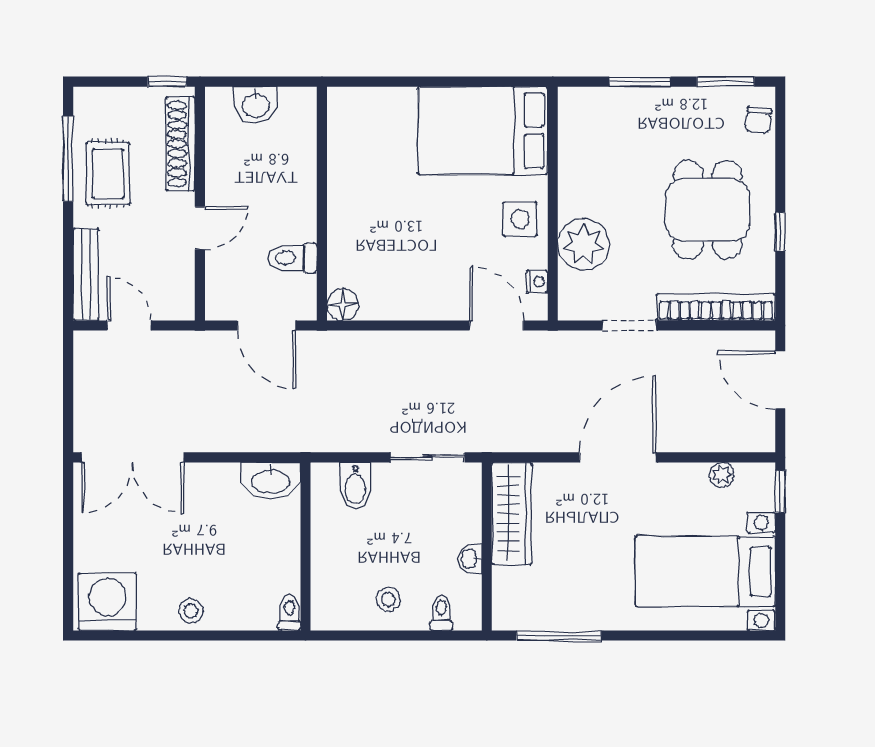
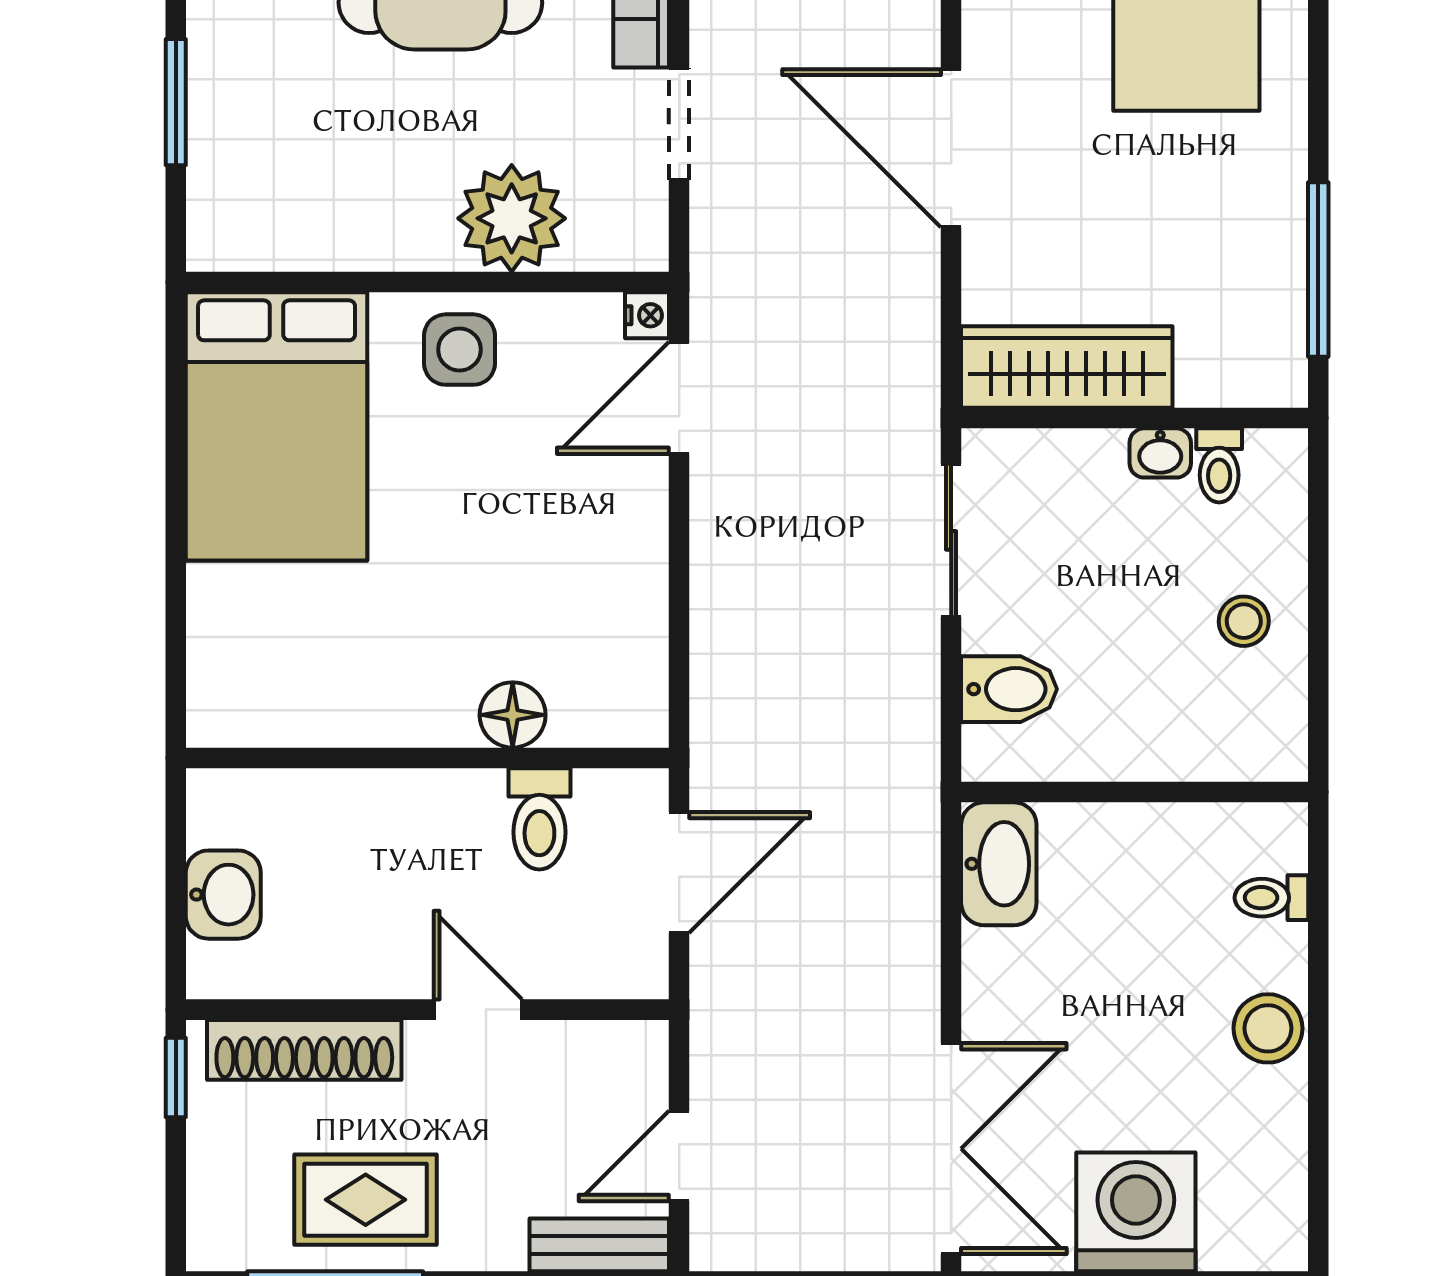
bench: (86, 275) -> (599, 1245), width x0.73
nightstand: (537, 282) -> (647, 315), moved, turned 90
floor lamp: (343, 305) -> (513, 715), moved
washing machine: (108, 602) -> (1136, 1212), moved, turned 90
stool: (191, 611) -> (1268, 1028), width x1.37, depth x1.37
toilet: (441, 612) -> (1219, 465), moved, turned -90
toilet: (290, 613) -> (1271, 898), moved

